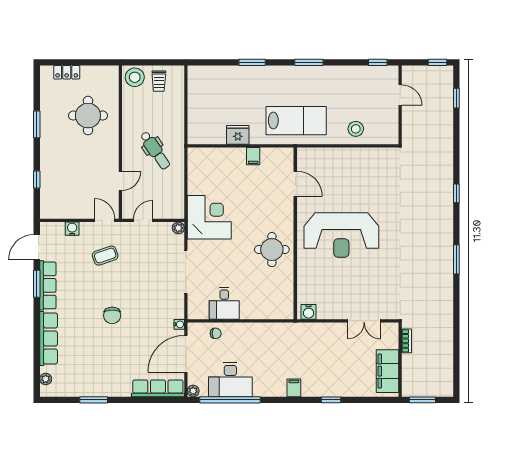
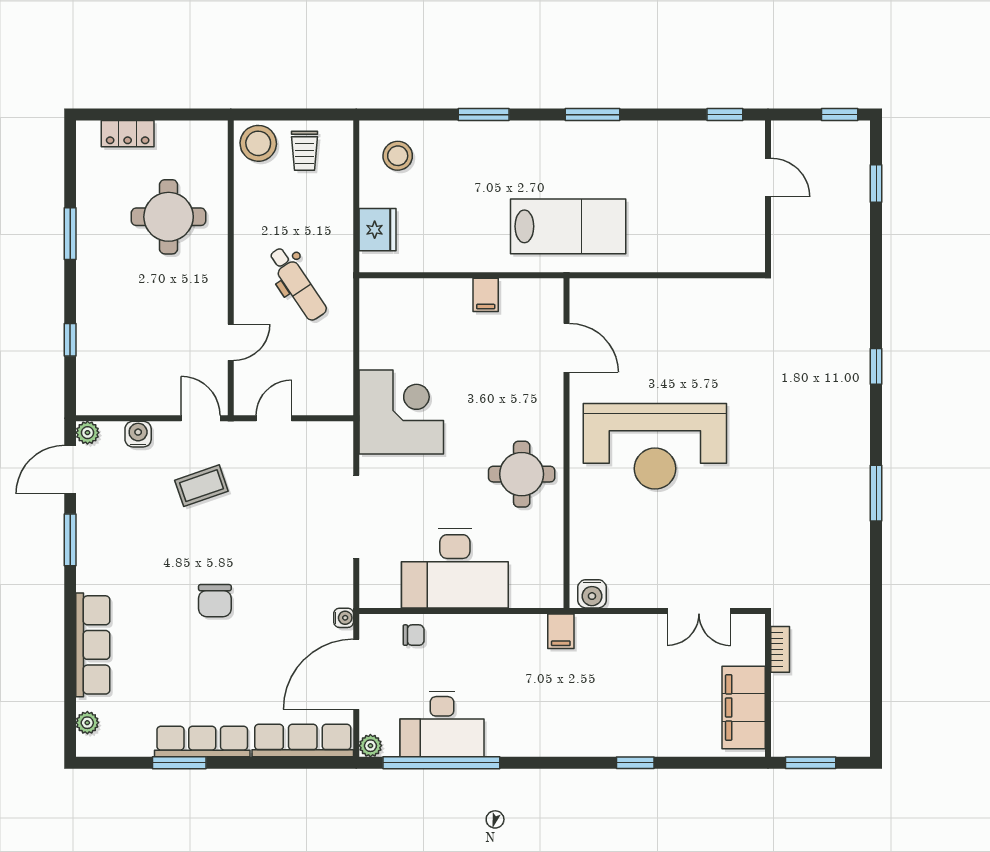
stool: (356, 129) -> (398, 156), moved
fridge: (238, 135) -> (378, 230), moved, turned 90
plant: (178, 228) -> (87, 433), moved
row of seats: (48, 285) -> (202, 742), moved, turned -90
desk: (224, 303) -> (455, 568), width x1.87, depth x1.30
filing cabinet: (294, 388) -> (561, 631), moved, turned 180

